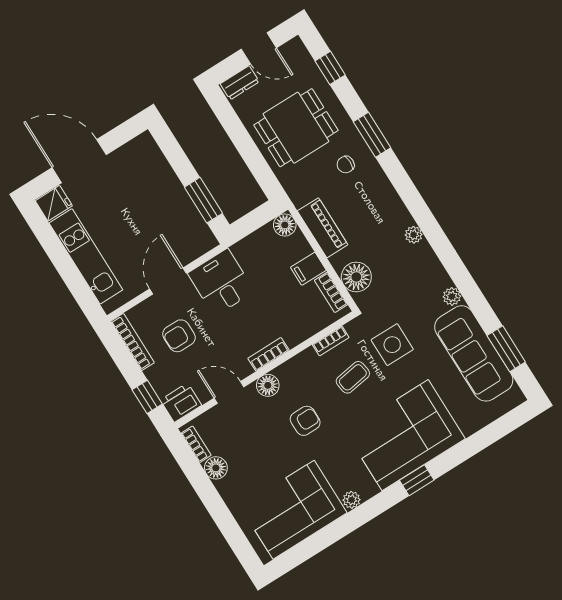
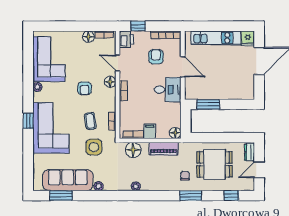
dining table: (296, 128) -> (215, 164), turned 90
door: (229, 392) -> (118, 63), swing flipped

